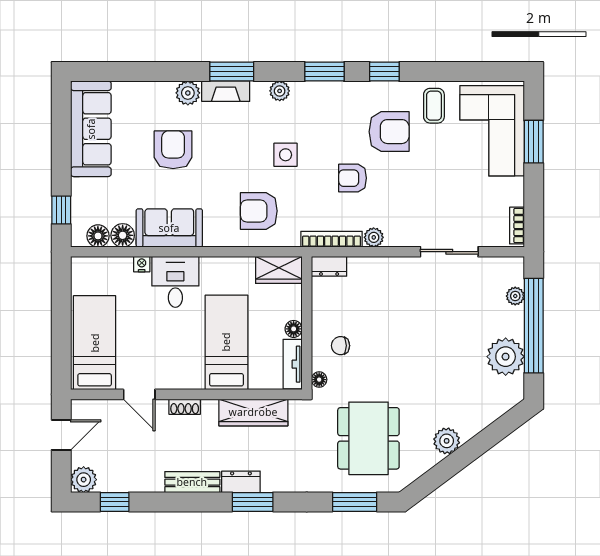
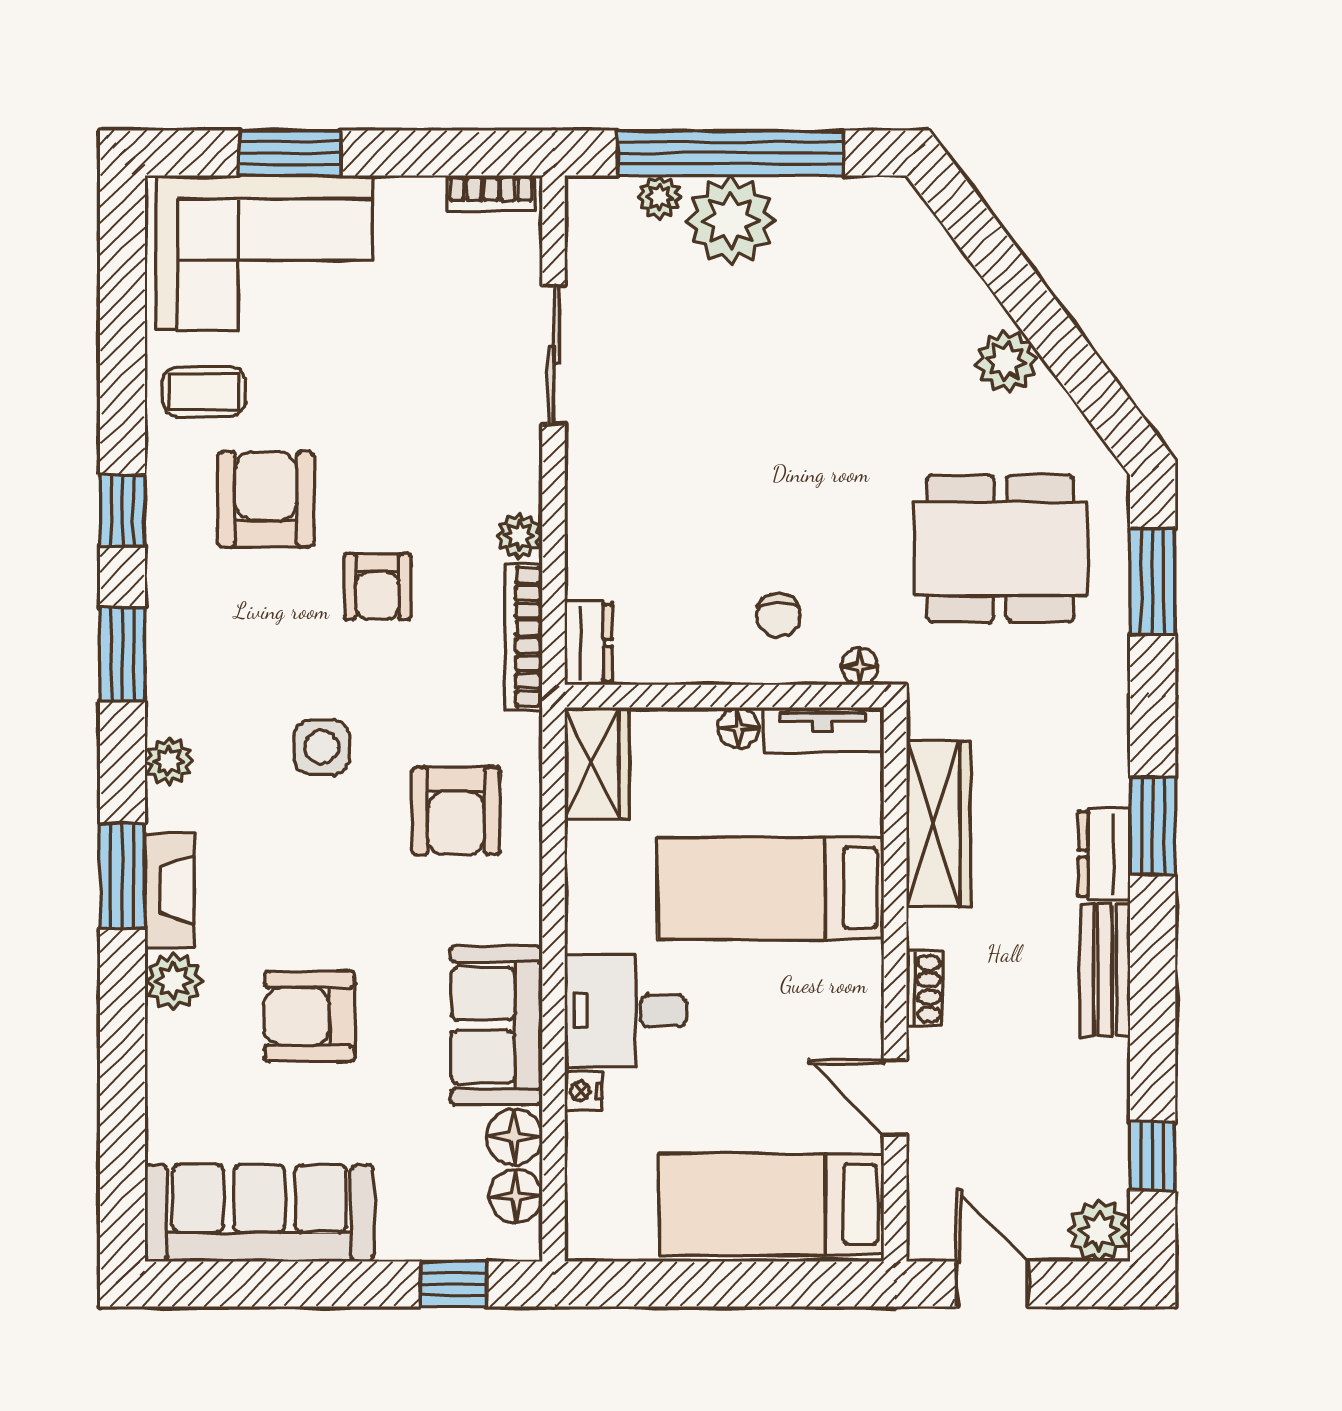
plant: (506, 357) -> (731, 220), moved
door: (139, 394) -> (895, 1097), swing flipped

